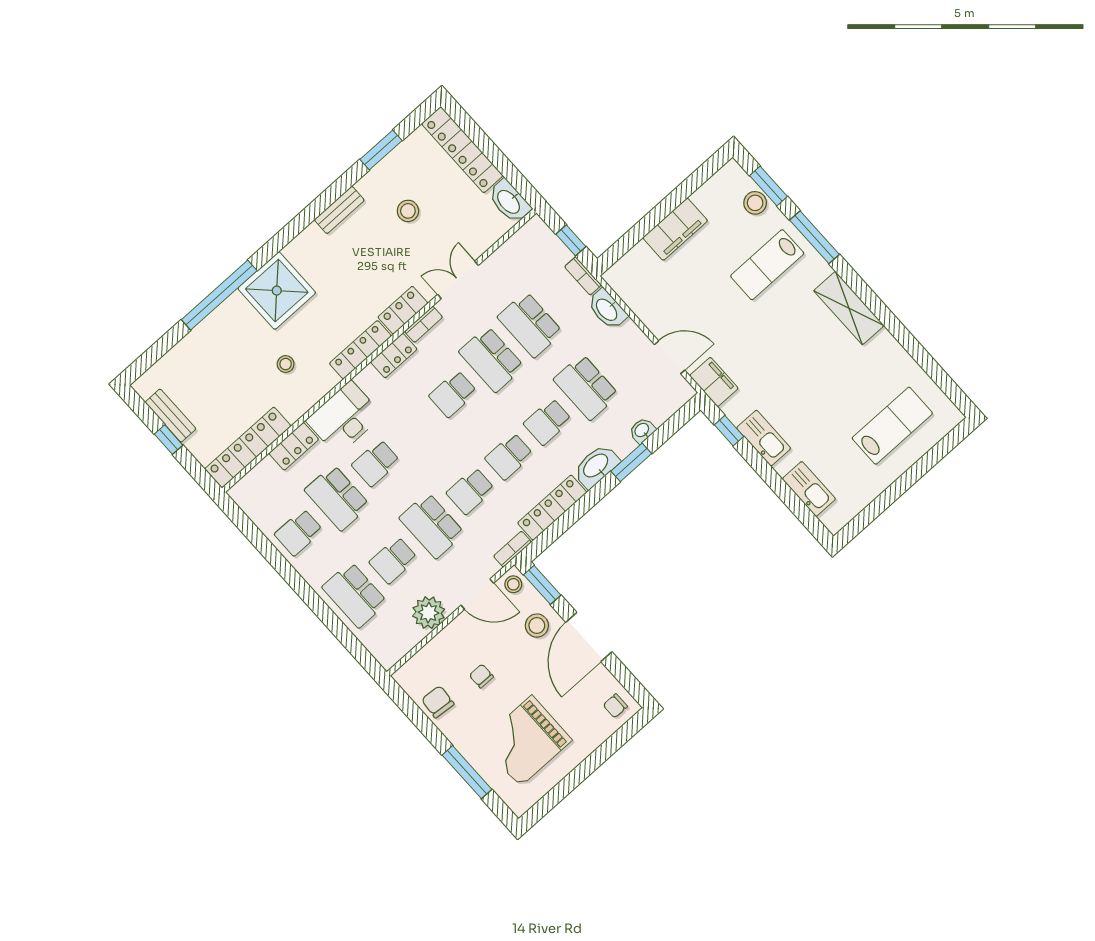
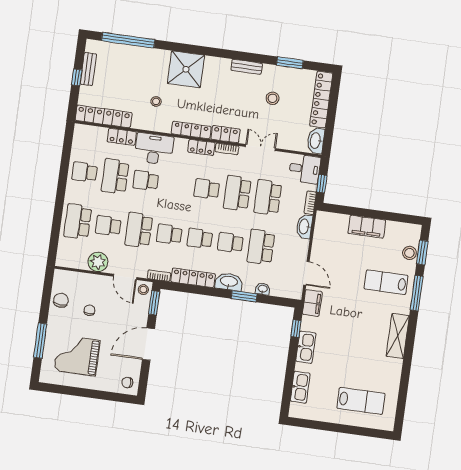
desk: (533, 246) -> (305, 169), added
window: (219, 295) -> (128, 40), moved
stool: (537, 626) -> (134, 316), removed

